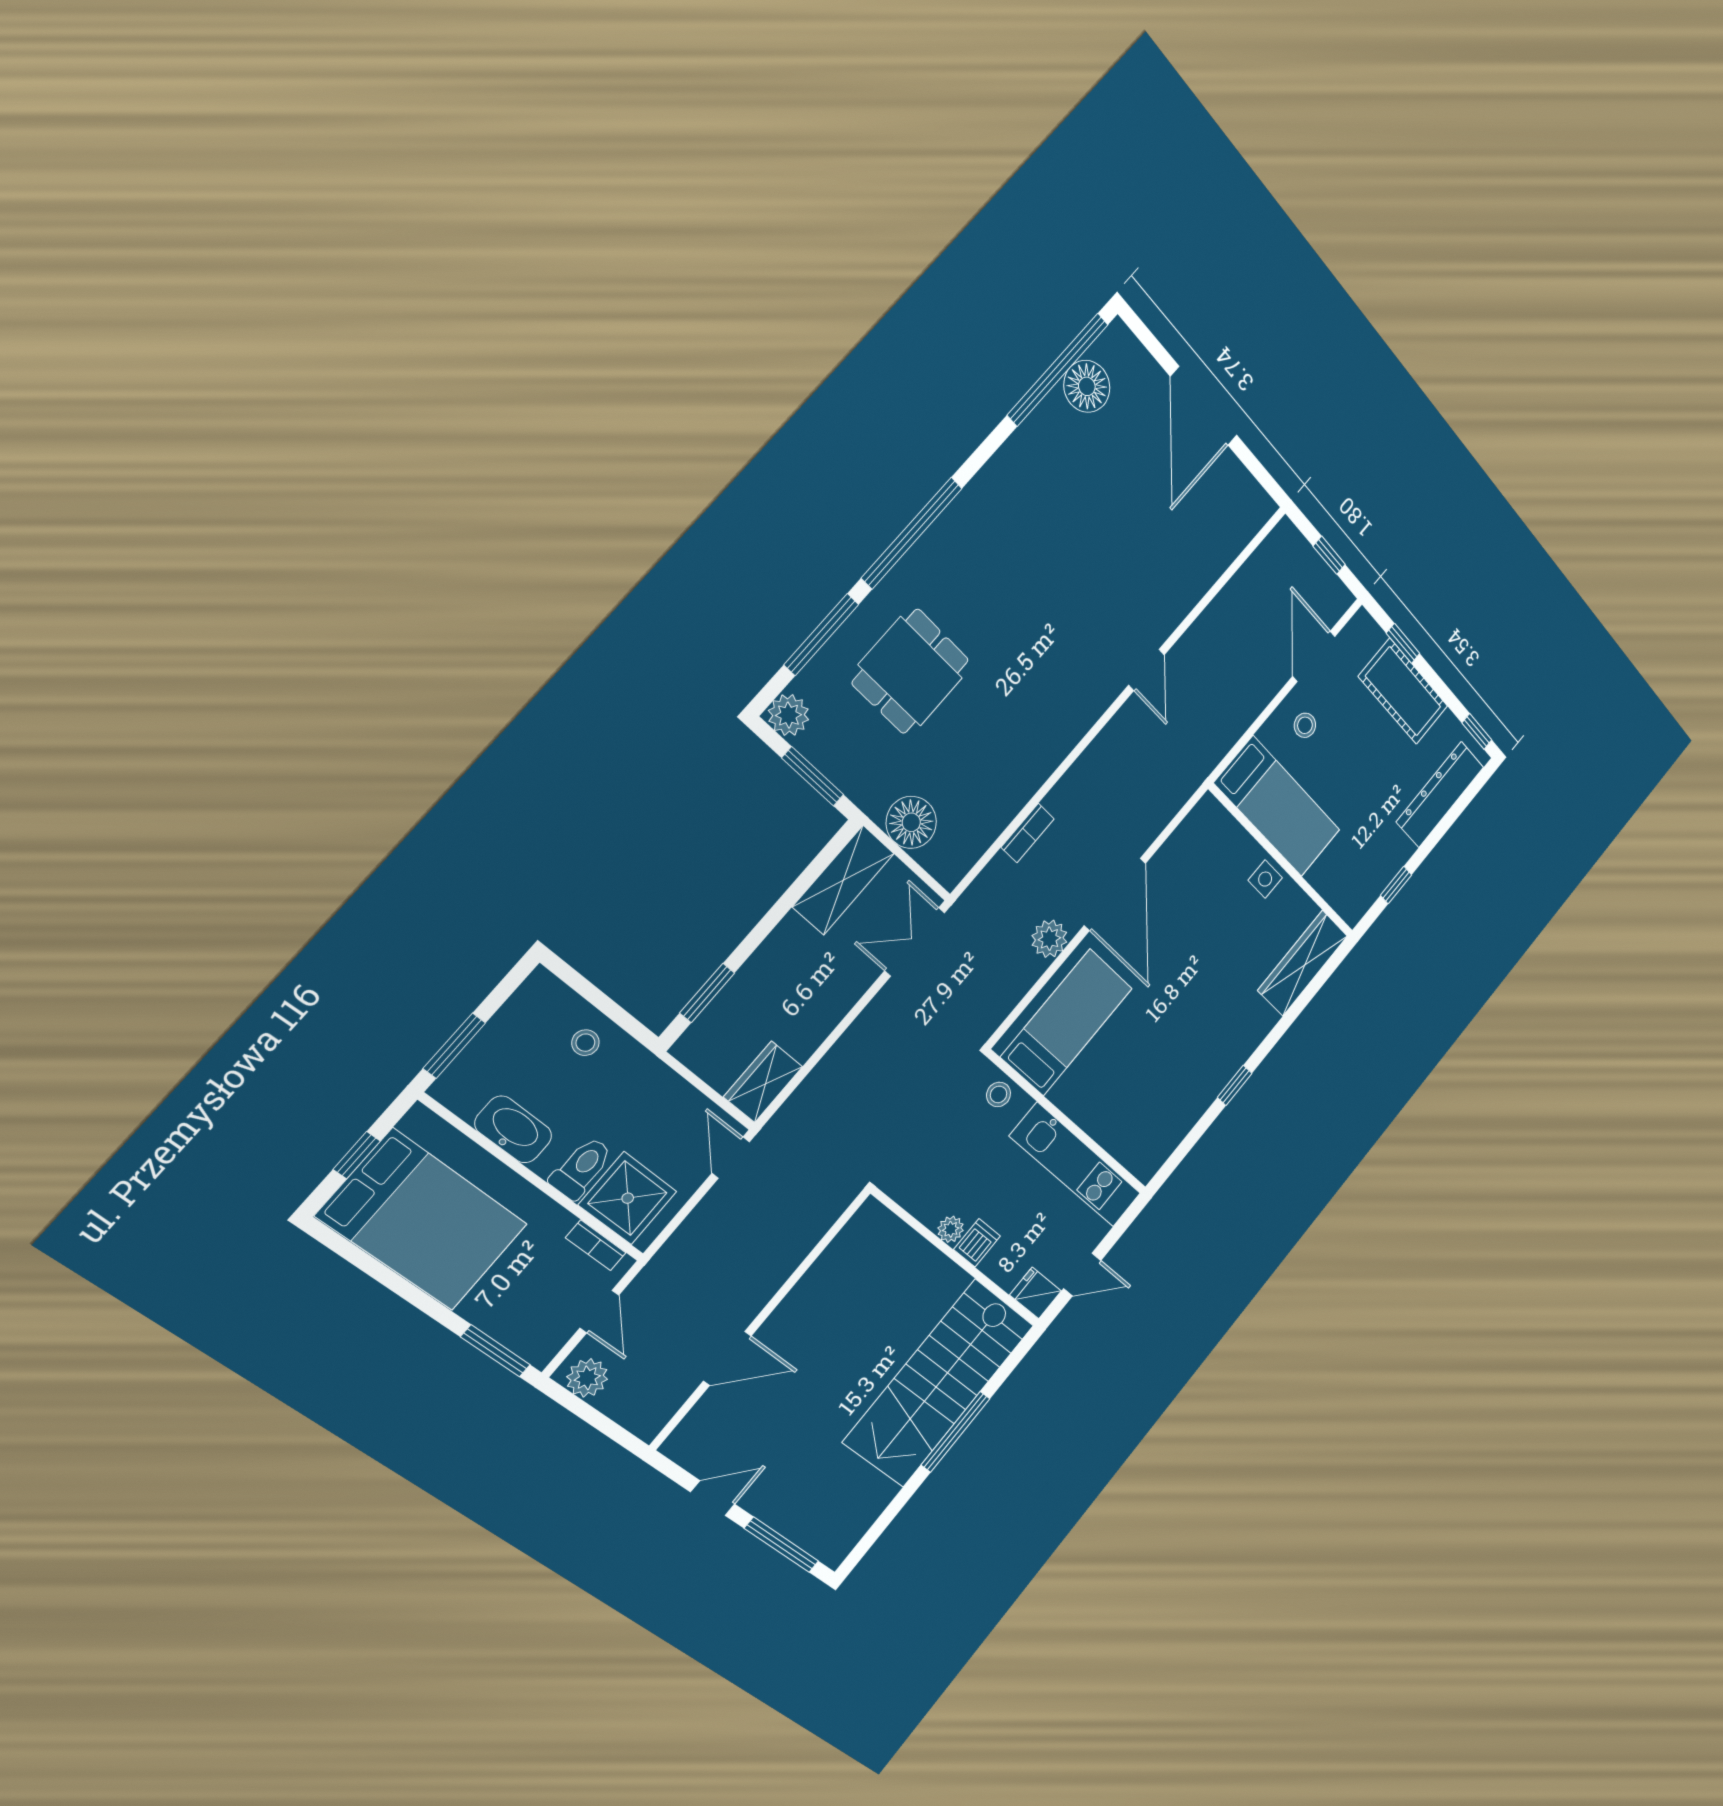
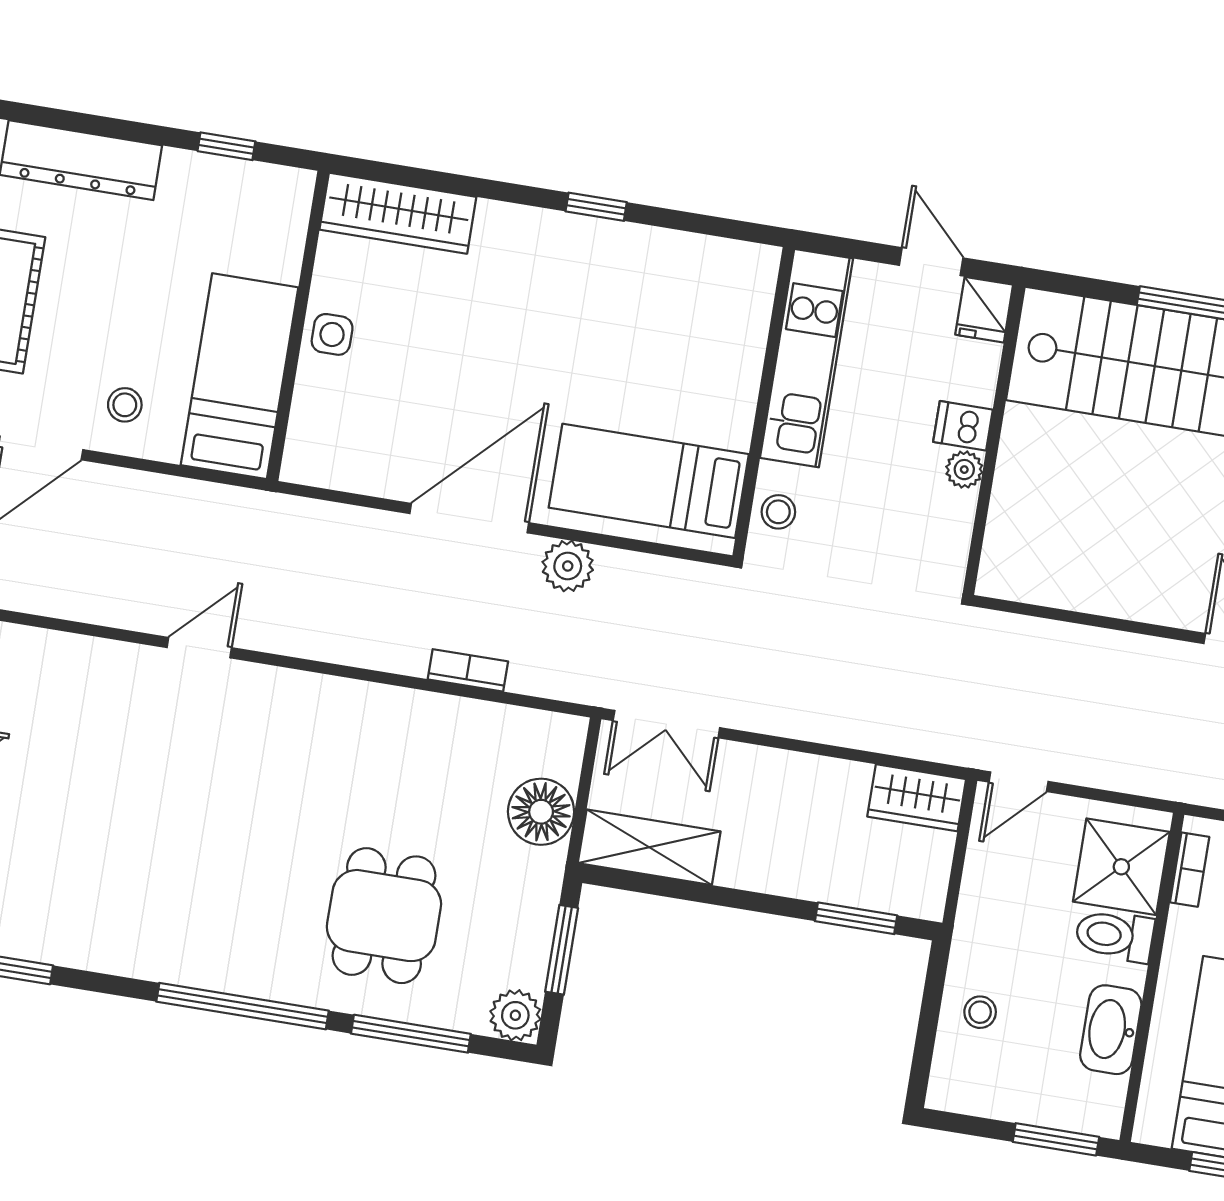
dining table: (911, 671) -> (384, 916), turned 90

